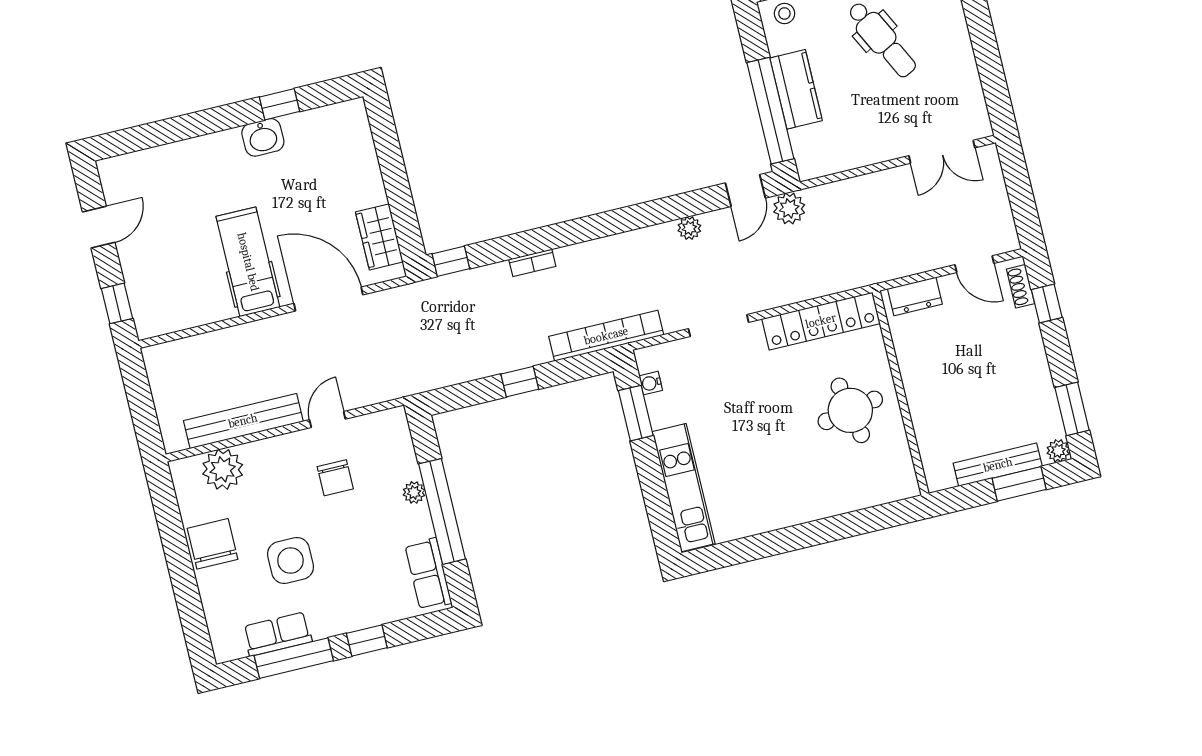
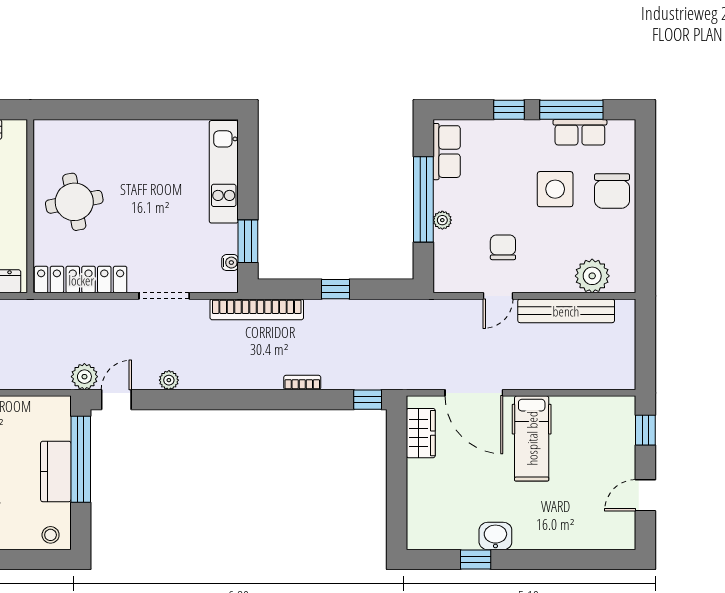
chair: (213, 544) -> (612, 191), moved

